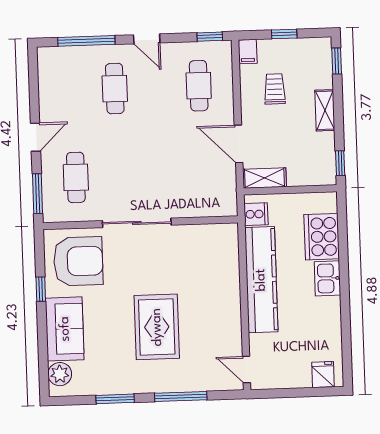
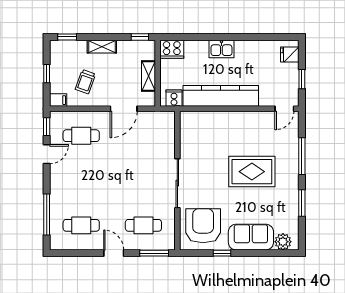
door: (147, 39) -> (47, 154), moved
cafe table: (115, 89) -> (81, 225), moved
trolley: (275, 89) -> (85, 82), turned -70
shelving: (264, 178) -> (148, 76), moved
cooker: (322, 237) -> (172, 49), moved, width x0.73, depth x0.76
window: (289, 393) -> (302, 79), added

